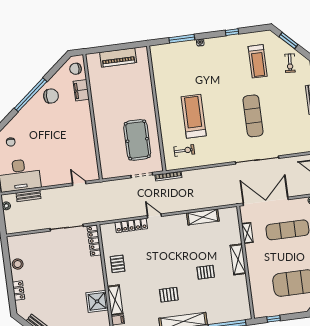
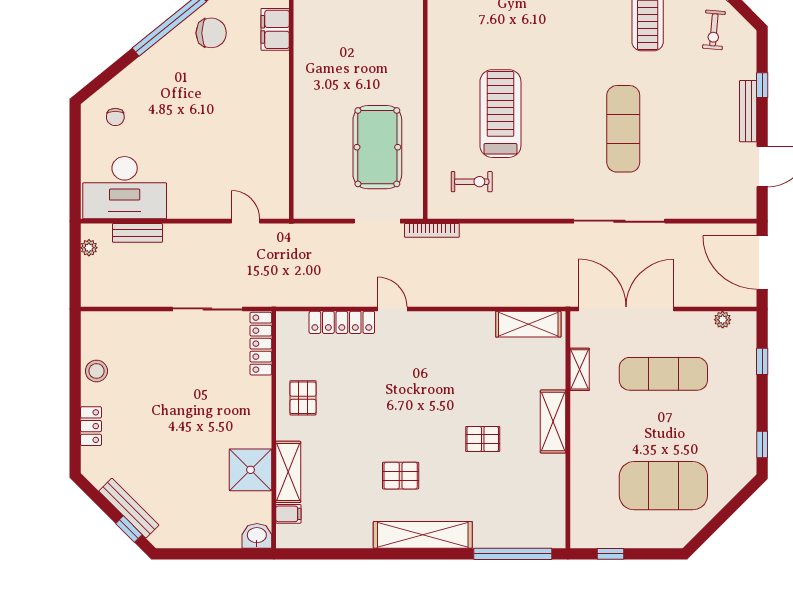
shelving: (203, 217) -> (528, 324), moved

